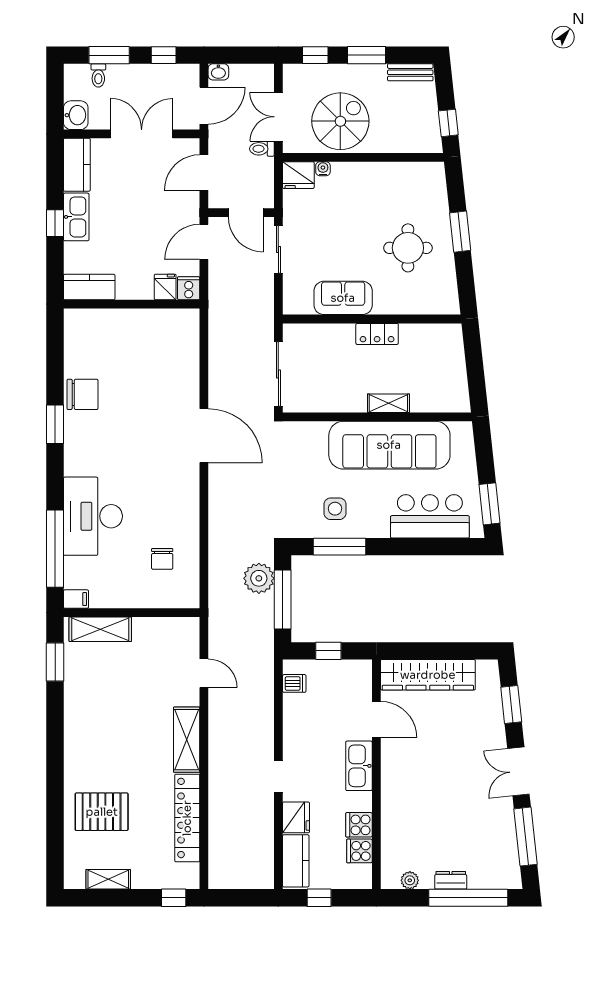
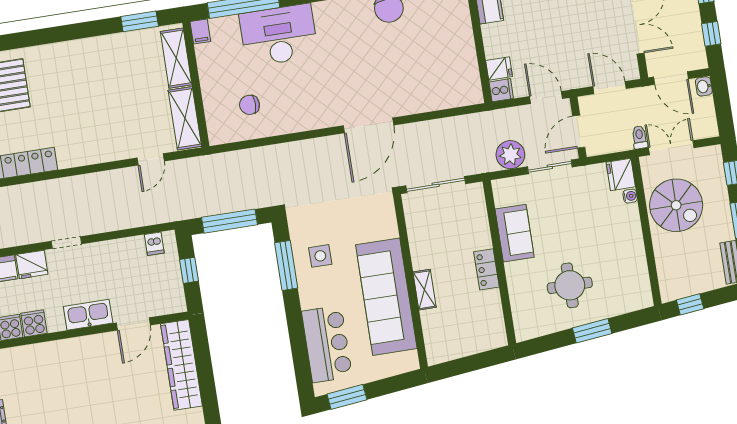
plant: (259, 578) -> (510, 155), moved
shelving: (187, 740) -> (185, 118), moved, turned 90

